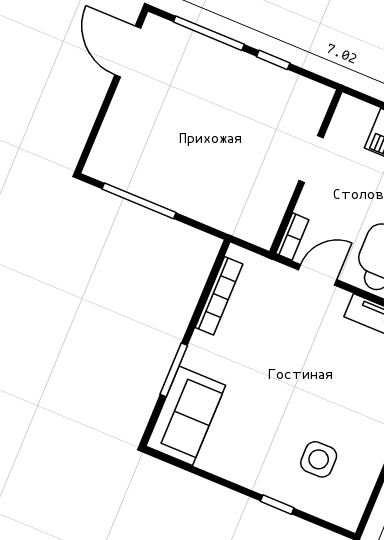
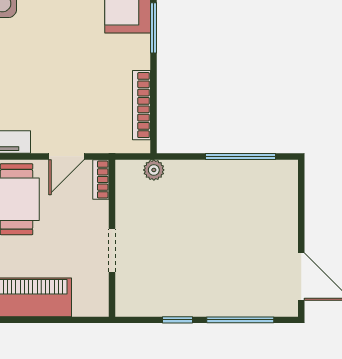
plant: (234, 224) -> (154, 170), added

